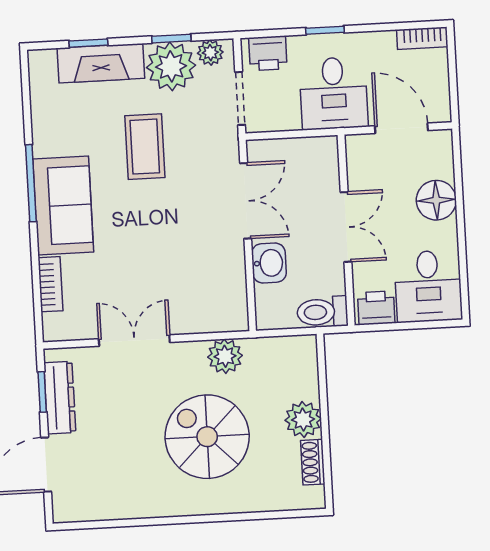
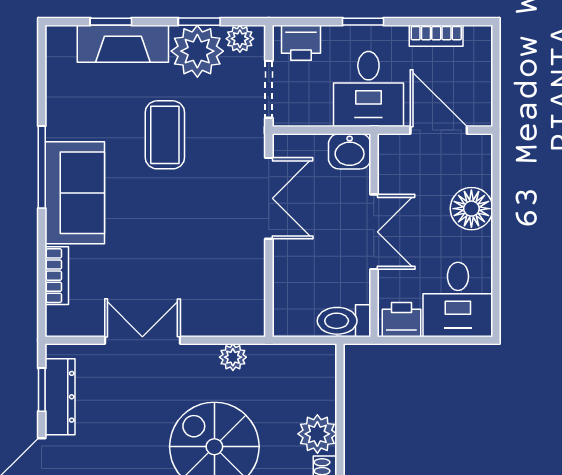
bookcase: (422, 38) -> (436, 36), moved
washbasin: (269, 263) -> (350, 151), moved, turned 90
plant: (225, 356) -> (233, 357), width x0.73, depth x0.73

